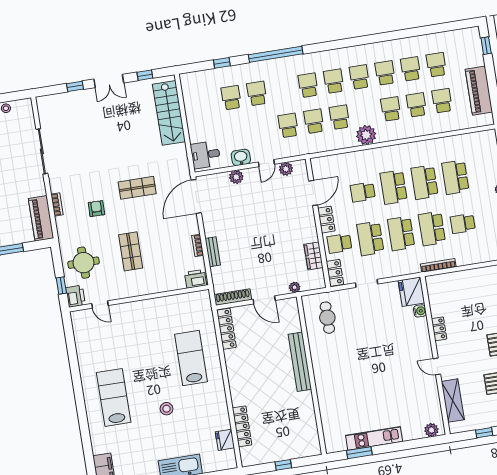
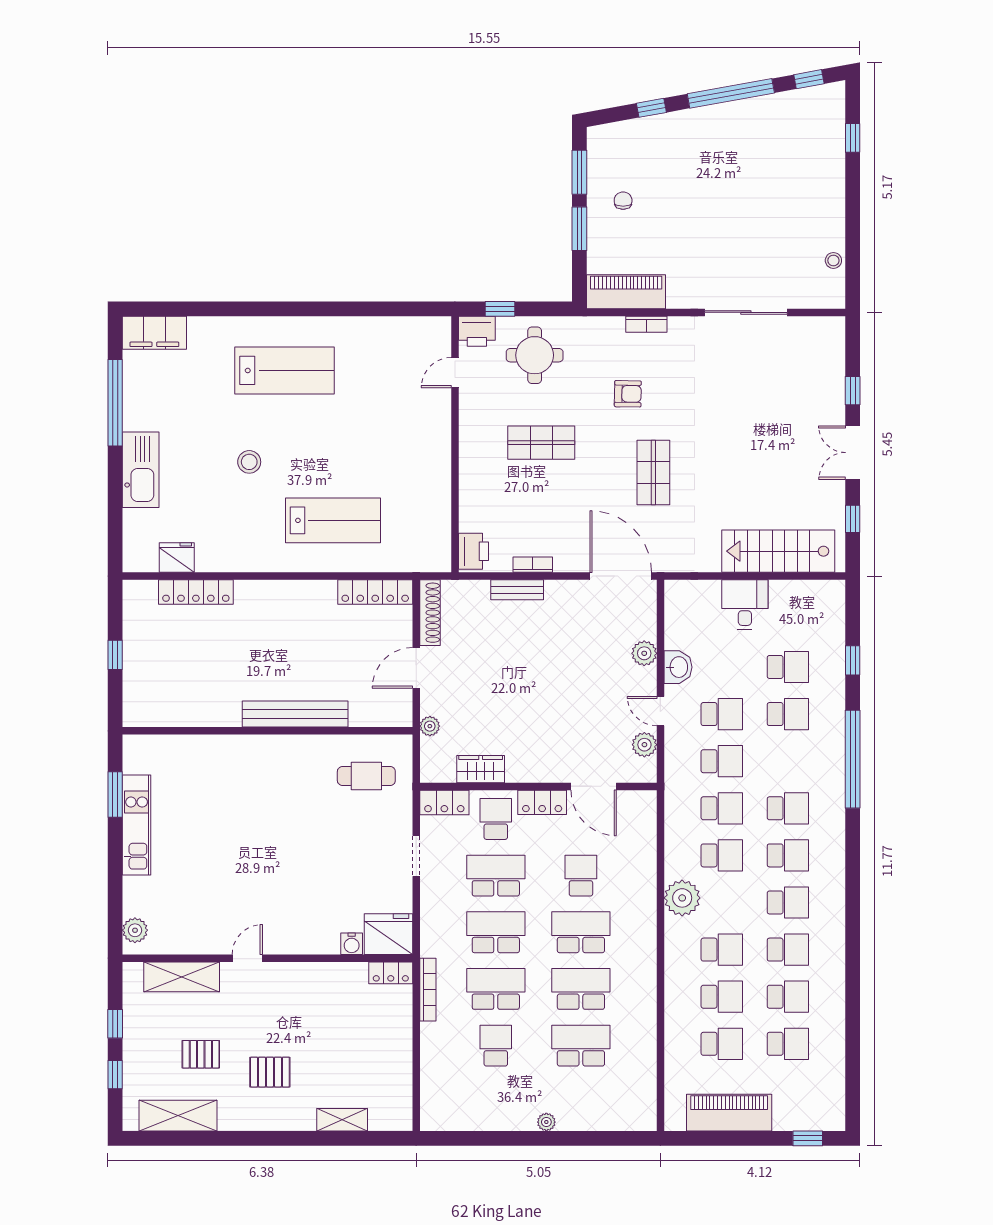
school desk: (263, 129) -> (722, 714), added
desk: (206, 155) -> (745, 605), moved
locker: (439, 329) -> (391, 973), moved

